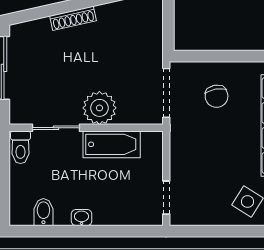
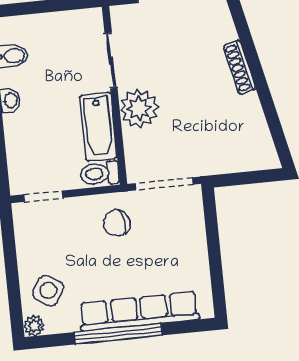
chair: (217, 96) -> (117, 223), moved
toilet: (20, 147) -> (100, 174), moved

